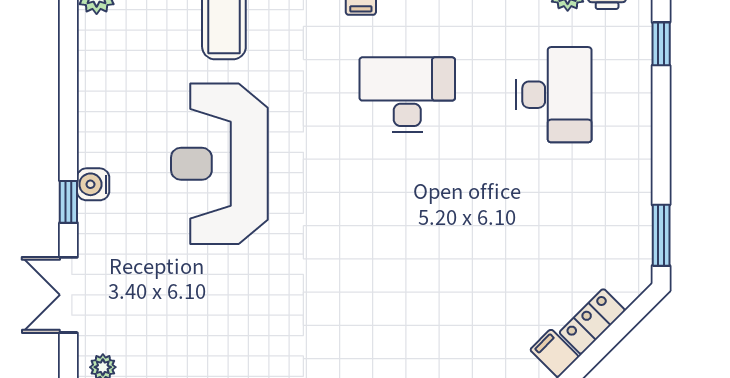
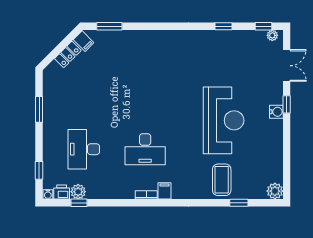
window: (661, 235) -> (39, 109), moved

